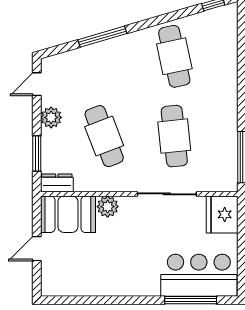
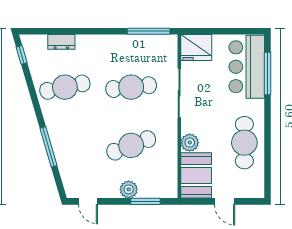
plant: (51, 117) -> (129, 189), moved
dresser: (57, 183) -> (61, 42), moved, turned -90
cafe table: (107, 272) -> (244, 143), added

